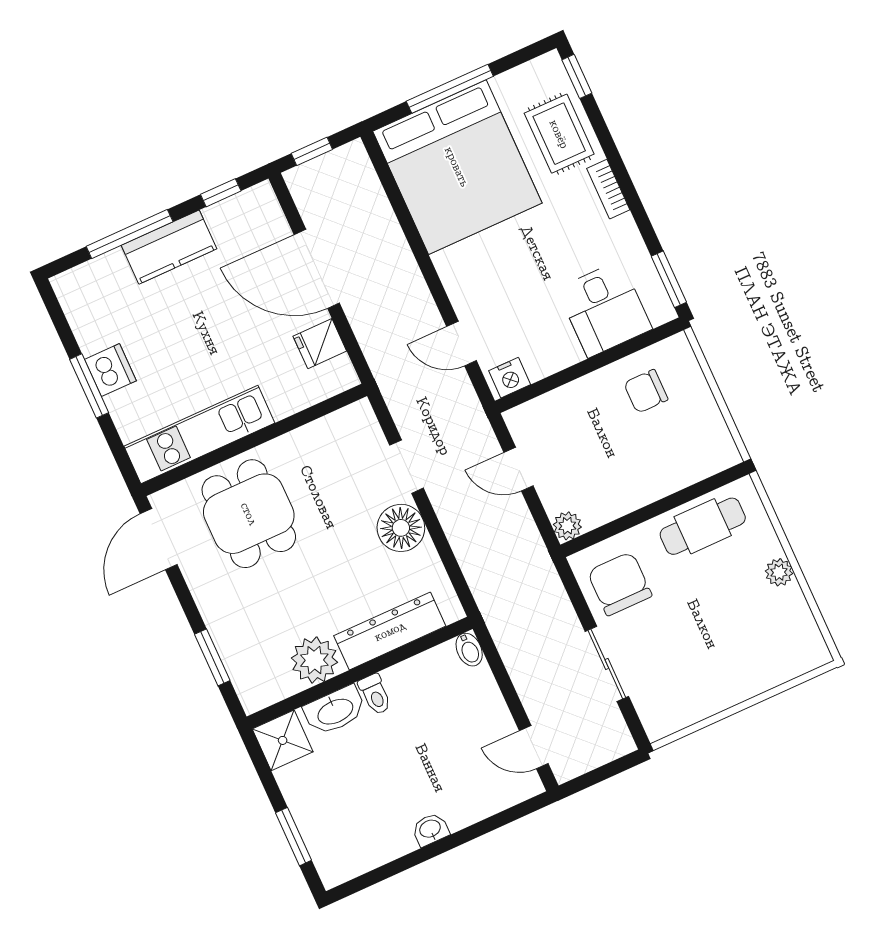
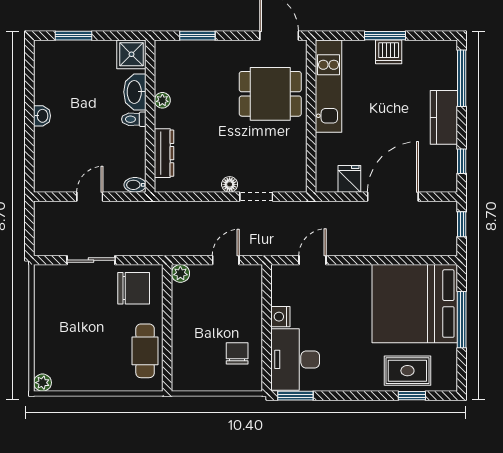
window: (577, 76) -> (412, 396), moved
bookcase: (608, 189) -> (363, 384), removed
window: (130, 234) -> (462, 78), moved
desk: (604, 309) -> (295, 359), width x1.37
nightstand: (510, 378) -> (280, 317), moved
floor lamp: (401, 528) -> (230, 184), width x0.53, depth x0.53
plant: (779, 572) -> (42, 383), moved
dresser: (390, 631) -> (164, 153), width x0.73, depth x0.80
plant: (314, 660) -> (162, 100), width x0.53, depth x0.53
door: (534, 747) -> (90, 197), moved

